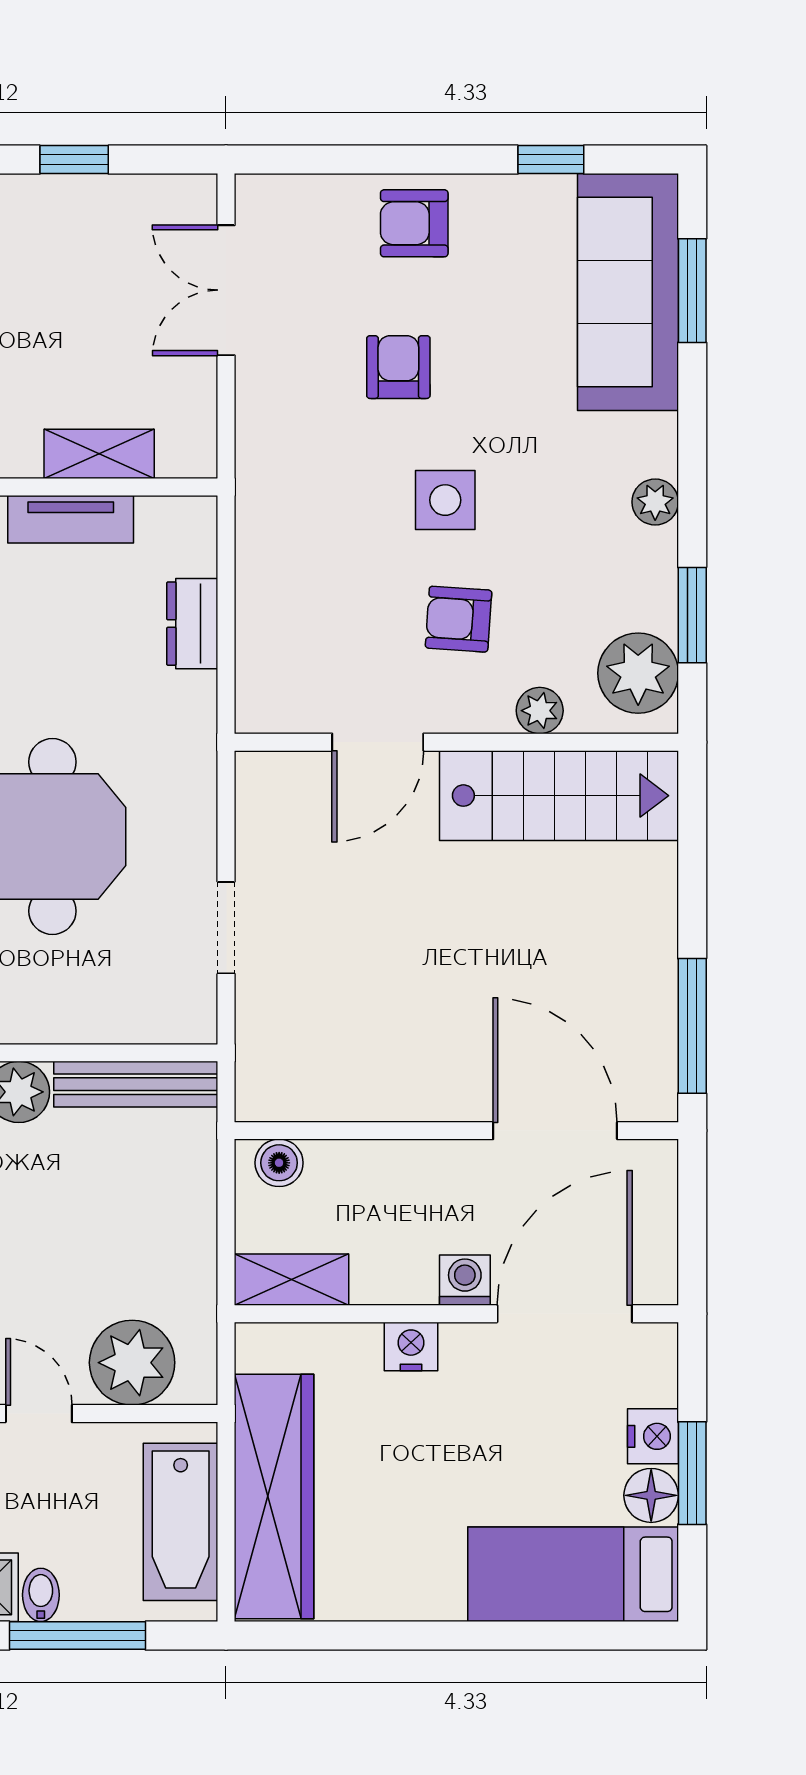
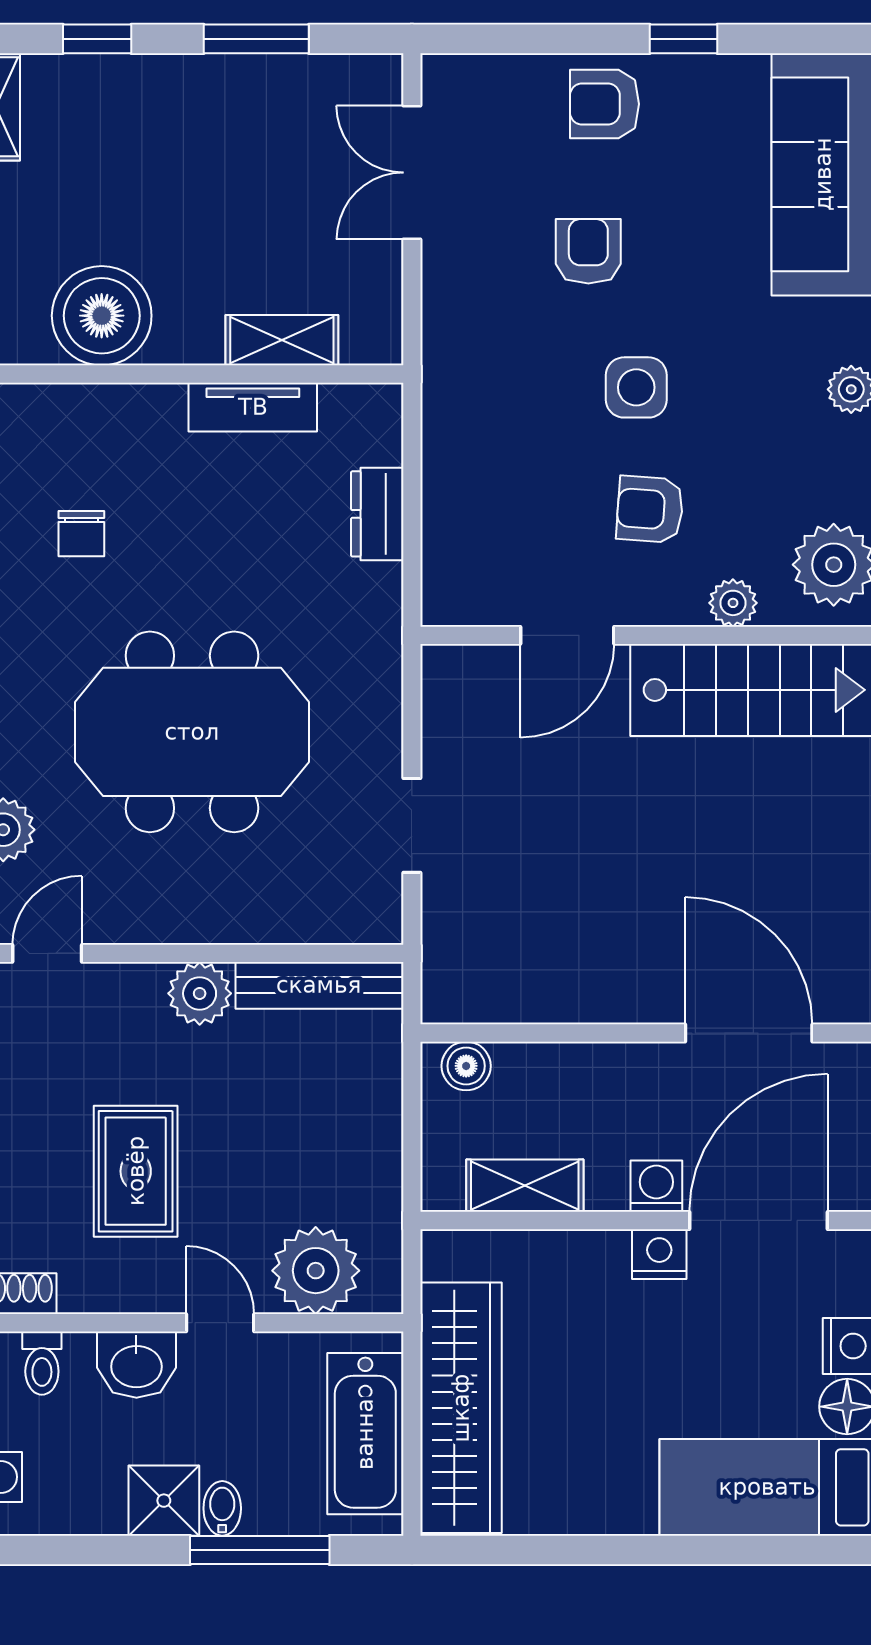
window: (74, 160) -> (256, 39), width x1.50
window: (551, 160) -> (683, 39), moved
shelving: (292, 1280) -> (525, 1186), moved
nightstand: (411, 1346) -> (659, 1254), moved

